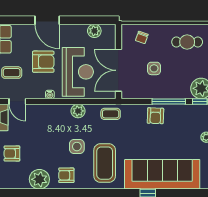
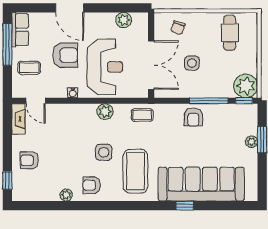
cafe table: (187, 42) -> (230, 33), turned 90
double door: (118, 70) -> (151, 65), swing flipped
plant: (39, 179) -> (66, 195), width x0.53, depth x0.53

